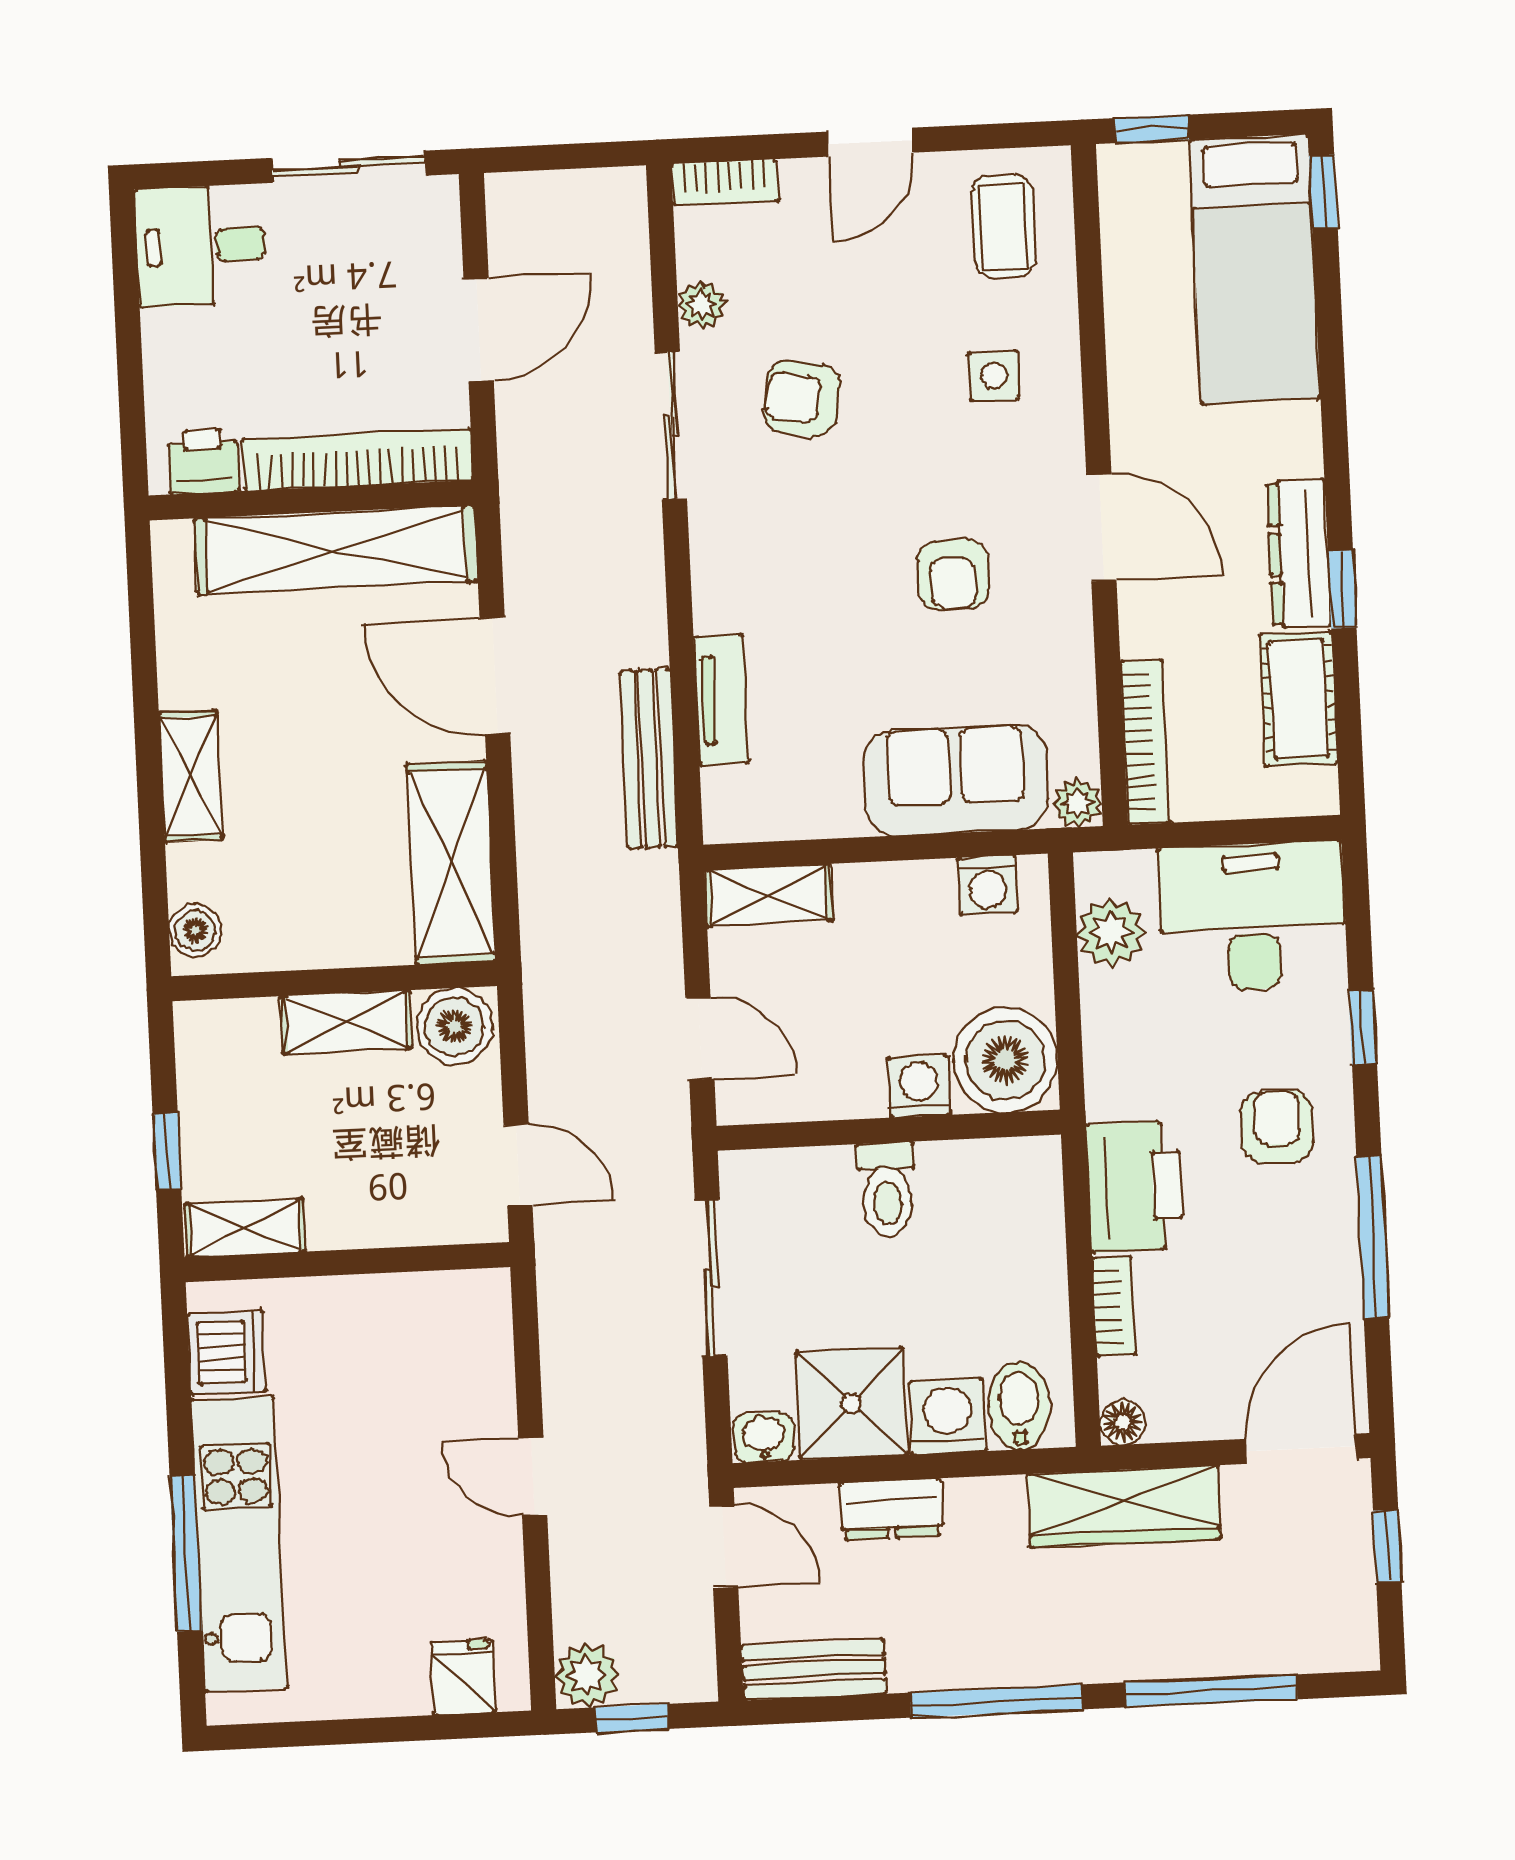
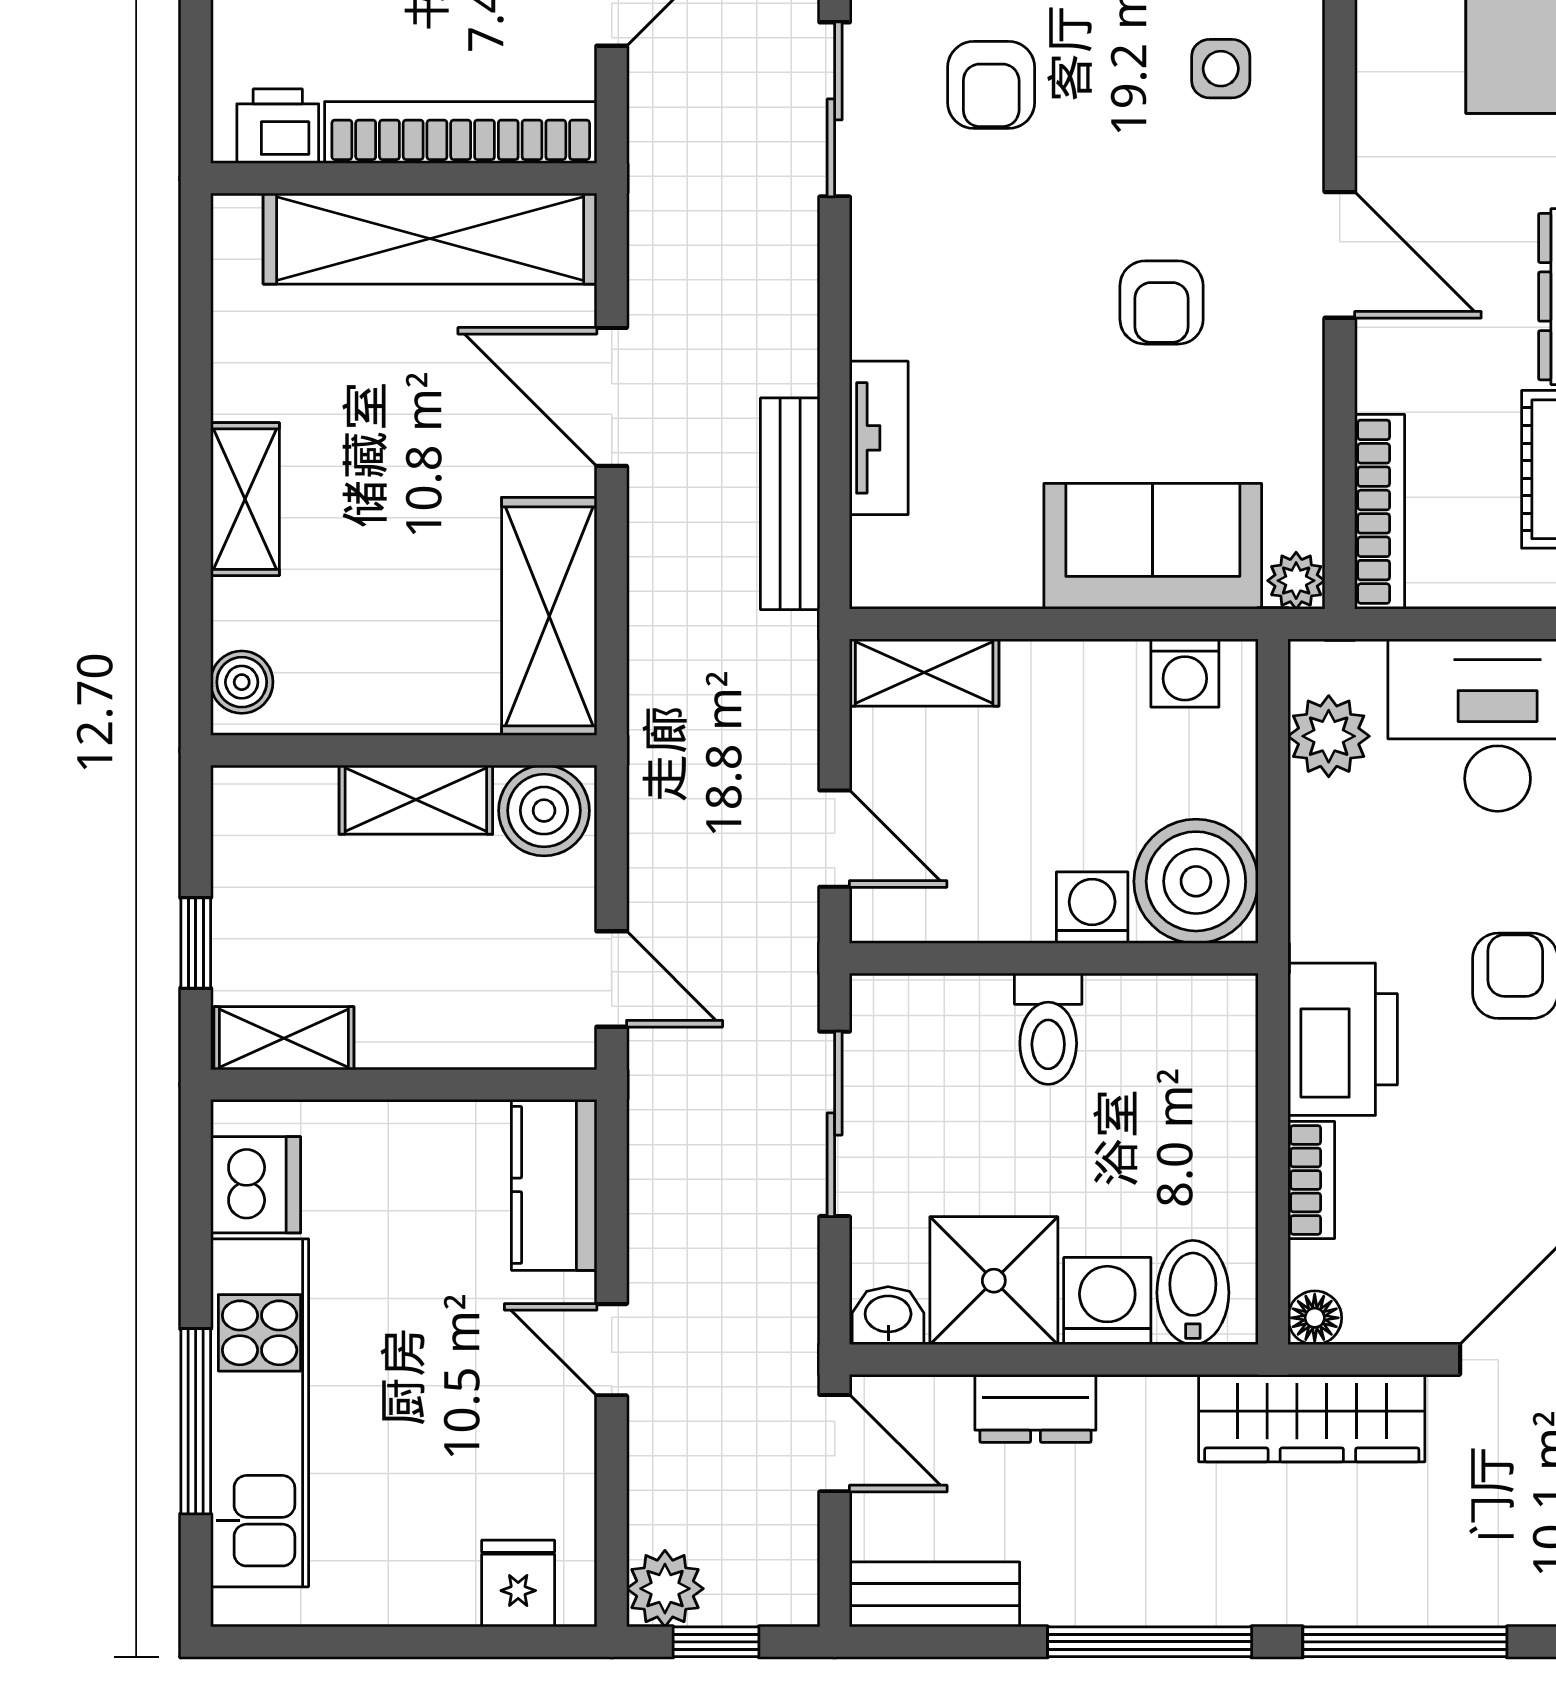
armchair: (802, 399) -> (991, 85), turned -101
kitchen counter: (478, 1340) -> (554, 1185), added

